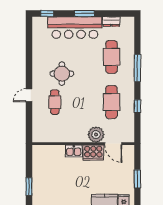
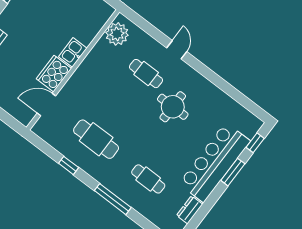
window: (85, 13) -> (233, 172), moved
cafe table: (112, 57) -> (148, 179), width x0.73, depth x0.74
plant: (96, 135) -> (117, 34), moved

